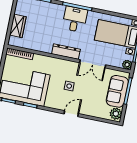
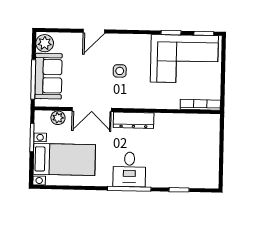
wardrobe: (18, 26) -> (210, 145), removed
double door: (93, 64) -> (92, 110), swing flipped
plant: (127, 65) -> (58, 118), moved
door: (71, 114) -> (94, 31), moved

